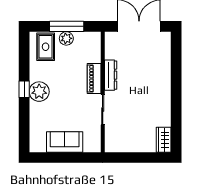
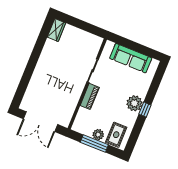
dresser: (111, 75) -> (76, 94), removed
sofa: (65, 142) -> (131, 58), width x1.36

